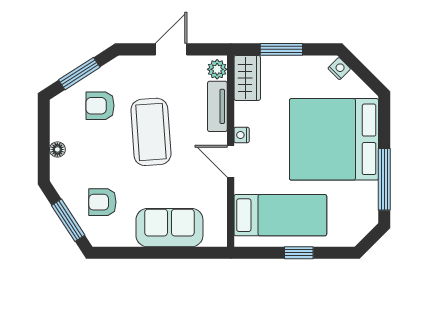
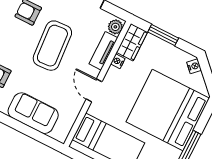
nightstand: (242, 135) -> (118, 61), moved

